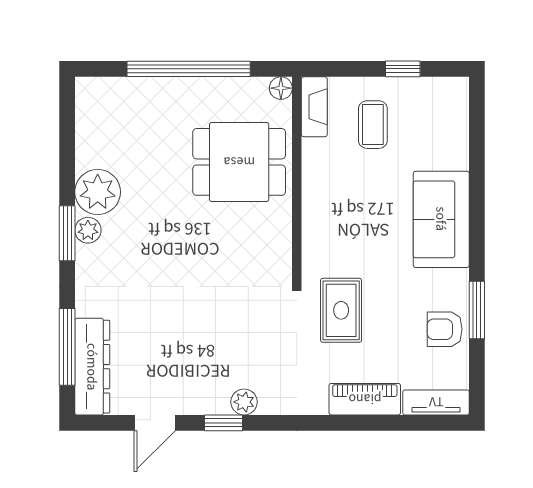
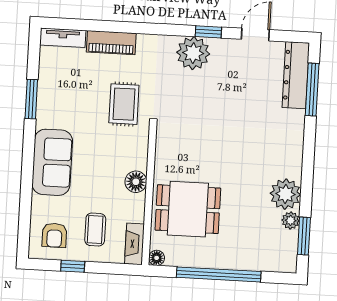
floor lamp: (317, 198) -> (136, 182), added
plant: (88, 230) -> (291, 220), moved
window: (67, 233) -> (304, 236), moved
armchair: (445, 329) -> (54, 235), moved, turned 90
plant: (244, 402) -> (193, 53), width x1.88, depth x1.88

